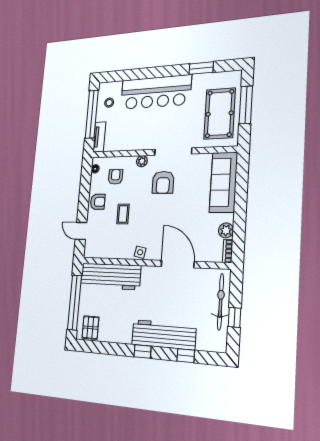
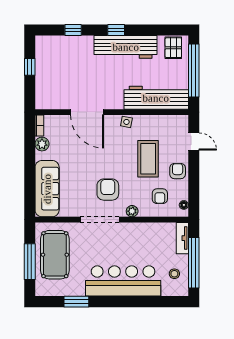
armchair: (98, 202) -> (178, 171), turned 90
coffee table: (123, 214) -> (148, 159), width x1.86, depth x1.72
bicycle: (221, 302) -> (43, 80), removed
workbench: (164, 335) -> (126, 47), moved

